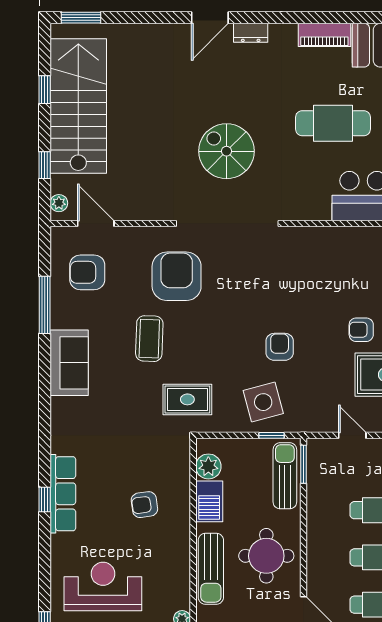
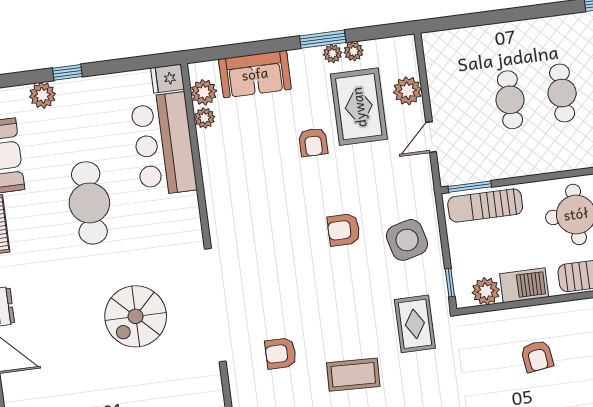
armchair: (177, 276) -> (281, 353), width x0.53, depth x0.53
window: (271, 435) -> (450, 283), moved

